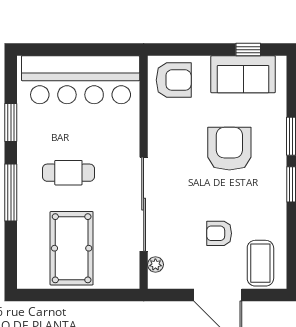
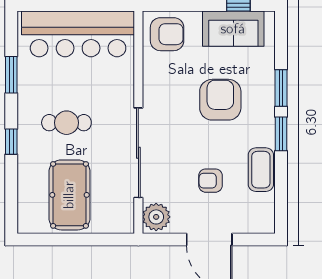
window: (11, 193) -> (11, 142), width x0.46
coffee table: (260, 263) -> (261, 170), moved
plant: (155, 265) -> (156, 217), width x1.88, depth x1.88

